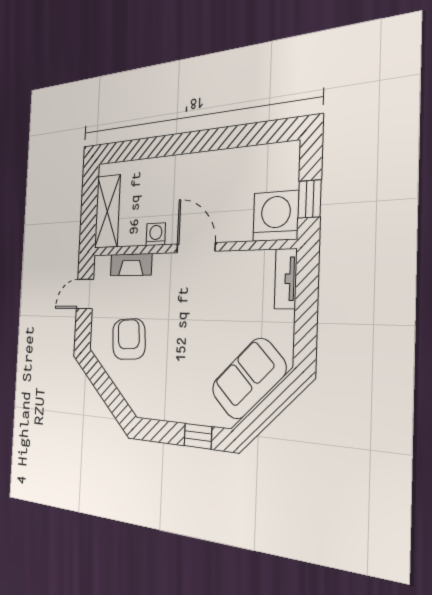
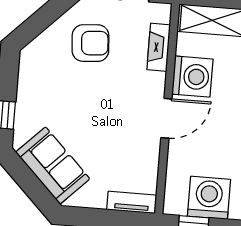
washing machine: (276, 216) -> (209, 198), moved, turned -90
washing machine: (156, 234) -> (192, 77), width x1.89, depth x1.89

